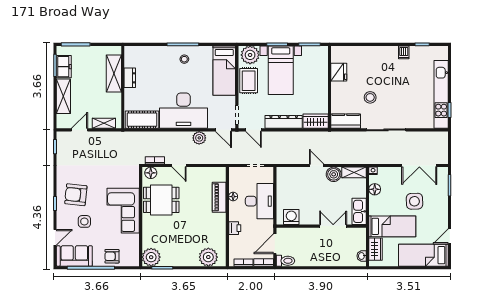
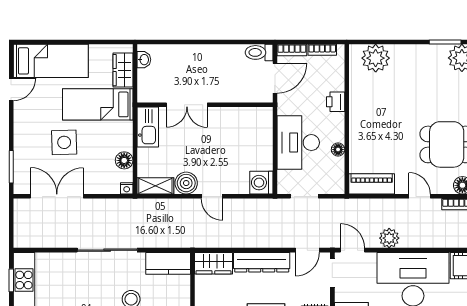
door: (253, 130) -> (307, 250), swing flipped
piano: (219, 197) -> (372, 184), moved, turned -90
washing machine: (291, 217) -> (261, 183), moved, turned 90

